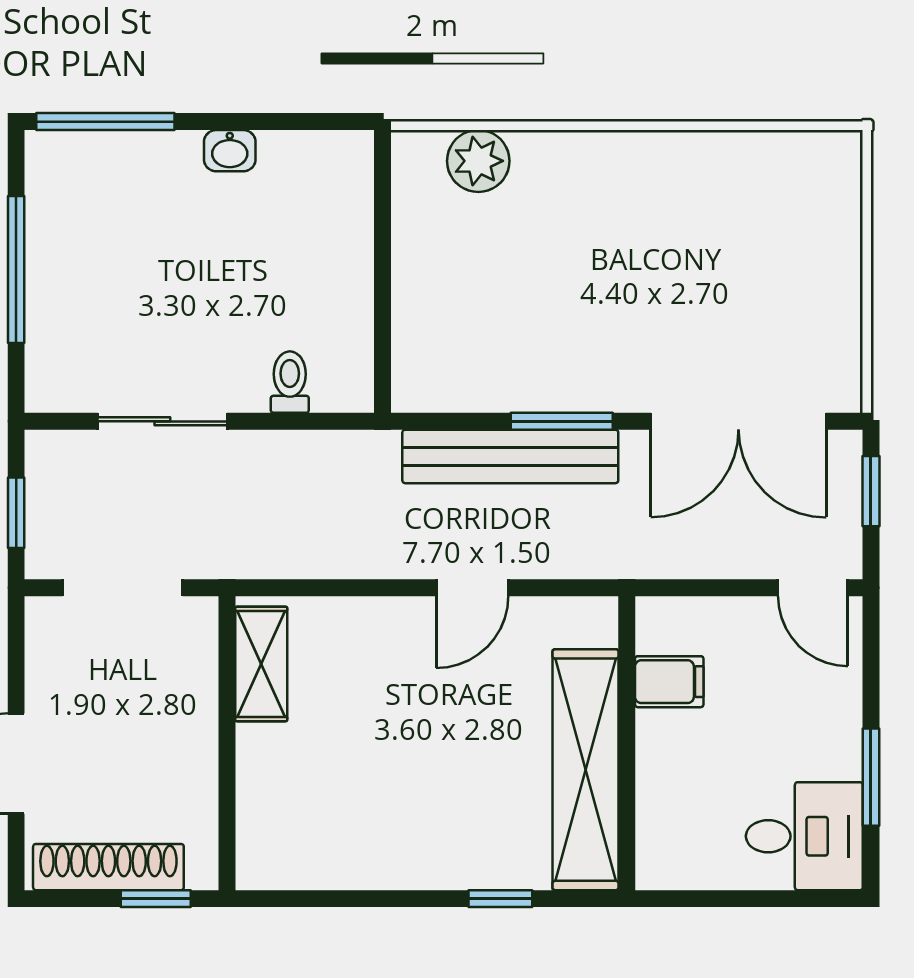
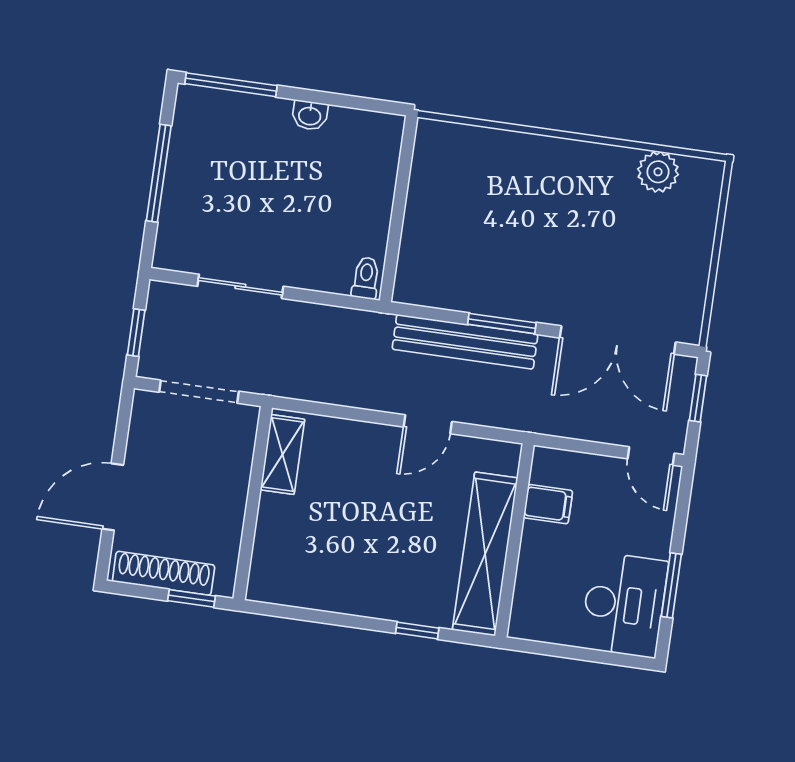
plant: (478, 161) -> (658, 172), moved
toilet: (290, 382) -> (366, 278), moved
desk: (804, 836) -> (624, 605), width x1.37

